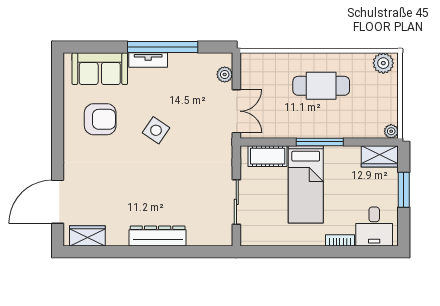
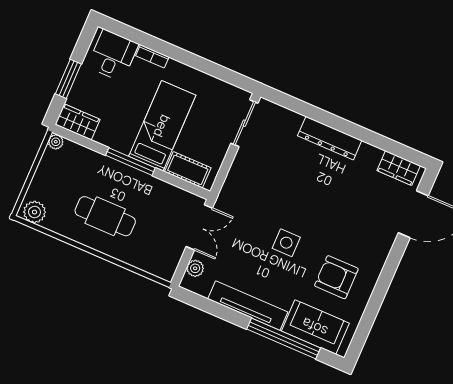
window: (163, 47) -> (284, 338), moved
tv unit: (148, 60) -> (248, 306), width x1.92, depth x1.29
double door: (236, 111) -> (199, 227), swing flipped
side table: (156, 130) -> (286, 243), turned -34
sliding door: (236, 202) -> (244, 123), moved

